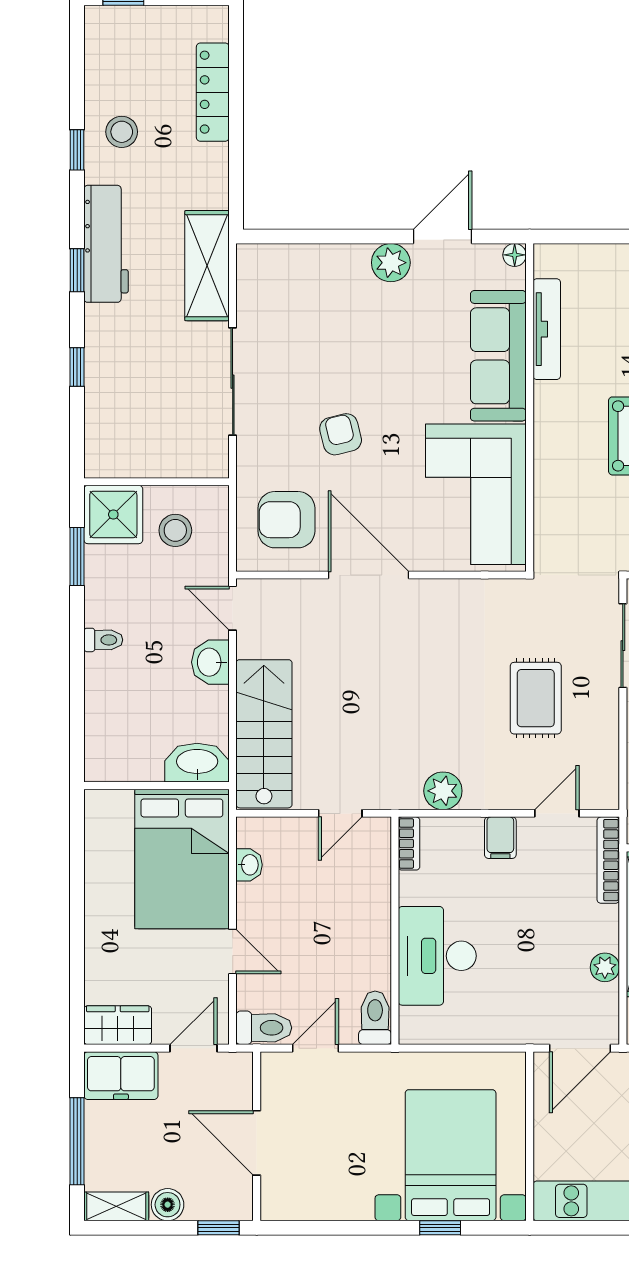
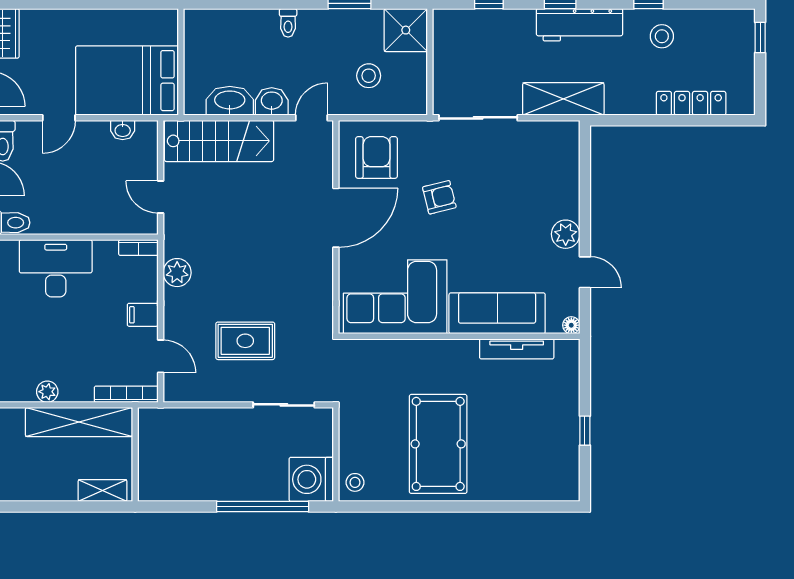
door: (443, 236) -> (585, 272), width x0.73
wall: (157, 482) -> (430, 62), moved
shower: (113, 514) -> (406, 30), moved
washbasin: (197, 763) -> (230, 101), moved, turned -90

